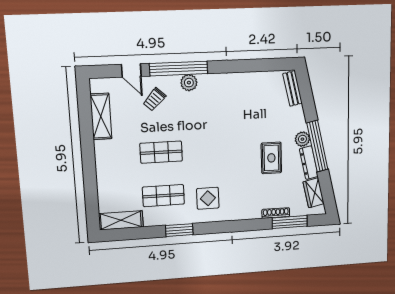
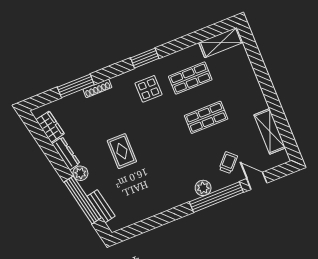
bench: (293, 88) -> (101, 206), moved
window: (317, 146) -> (83, 200), moved
rug: (271, 158) -> (122, 151), moved
shoe rack: (276, 213) -> (97, 88), moved
window: (290, 222) -> (76, 86), moved
window: (179, 230) -> (145, 58), moved

